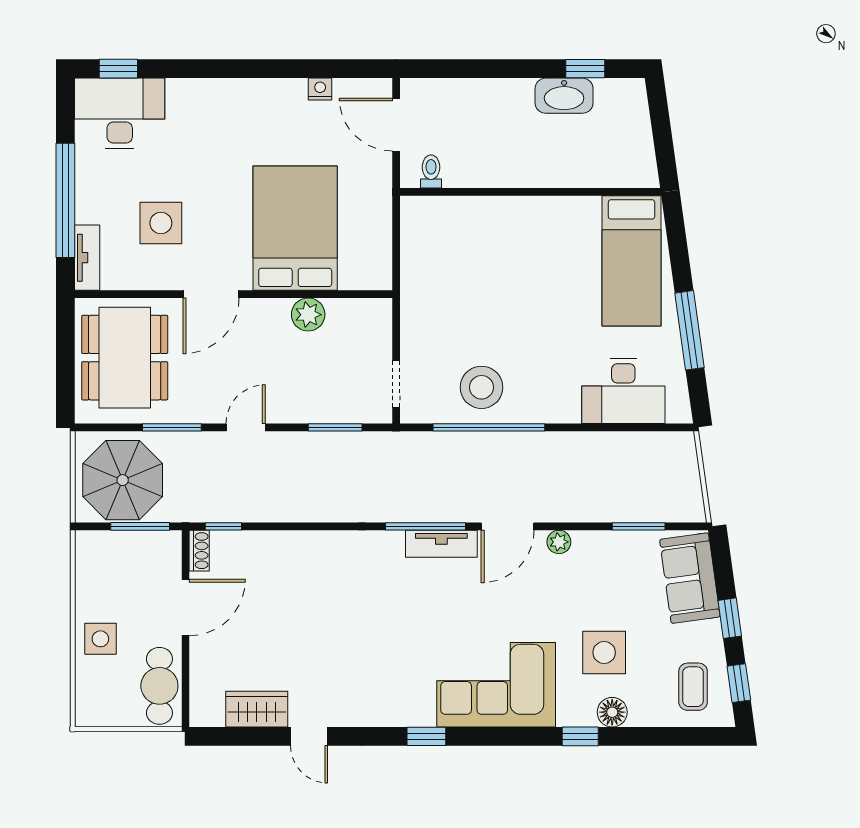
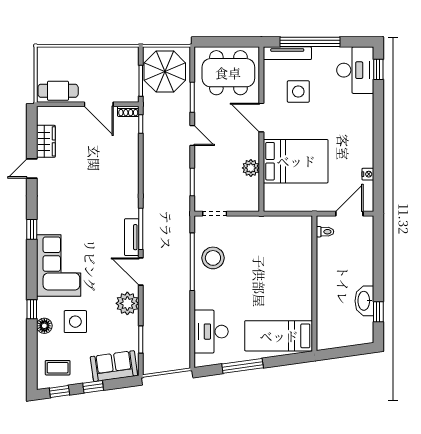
tv unit: (87, 258) -> (287, 53), width x1.41
plant: (559, 542) -> (127, 303), width x1.88, depth x1.88
side table: (100, 639) -> (82, 60), removed

